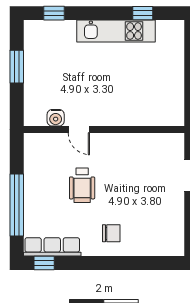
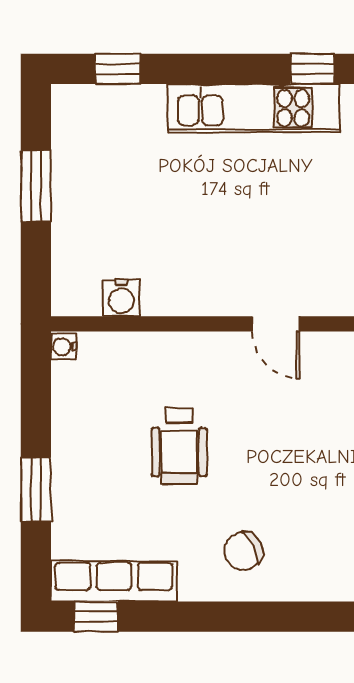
door: (79, 130) -> (276, 324), moved
water cooler: (29, 140) -> (64, 347), added
window: (17, 205) -> (36, 489), width x0.47
chair: (111, 233) -> (243, 551), turned 153

